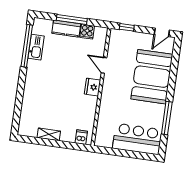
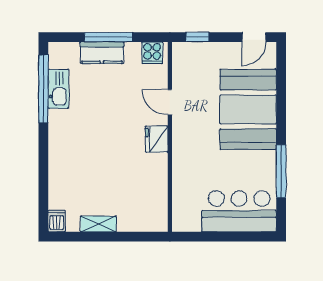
cooker: (87, 32) -> (152, 53), moved
dishwasher: (81, 137) -> (57, 221), moved

